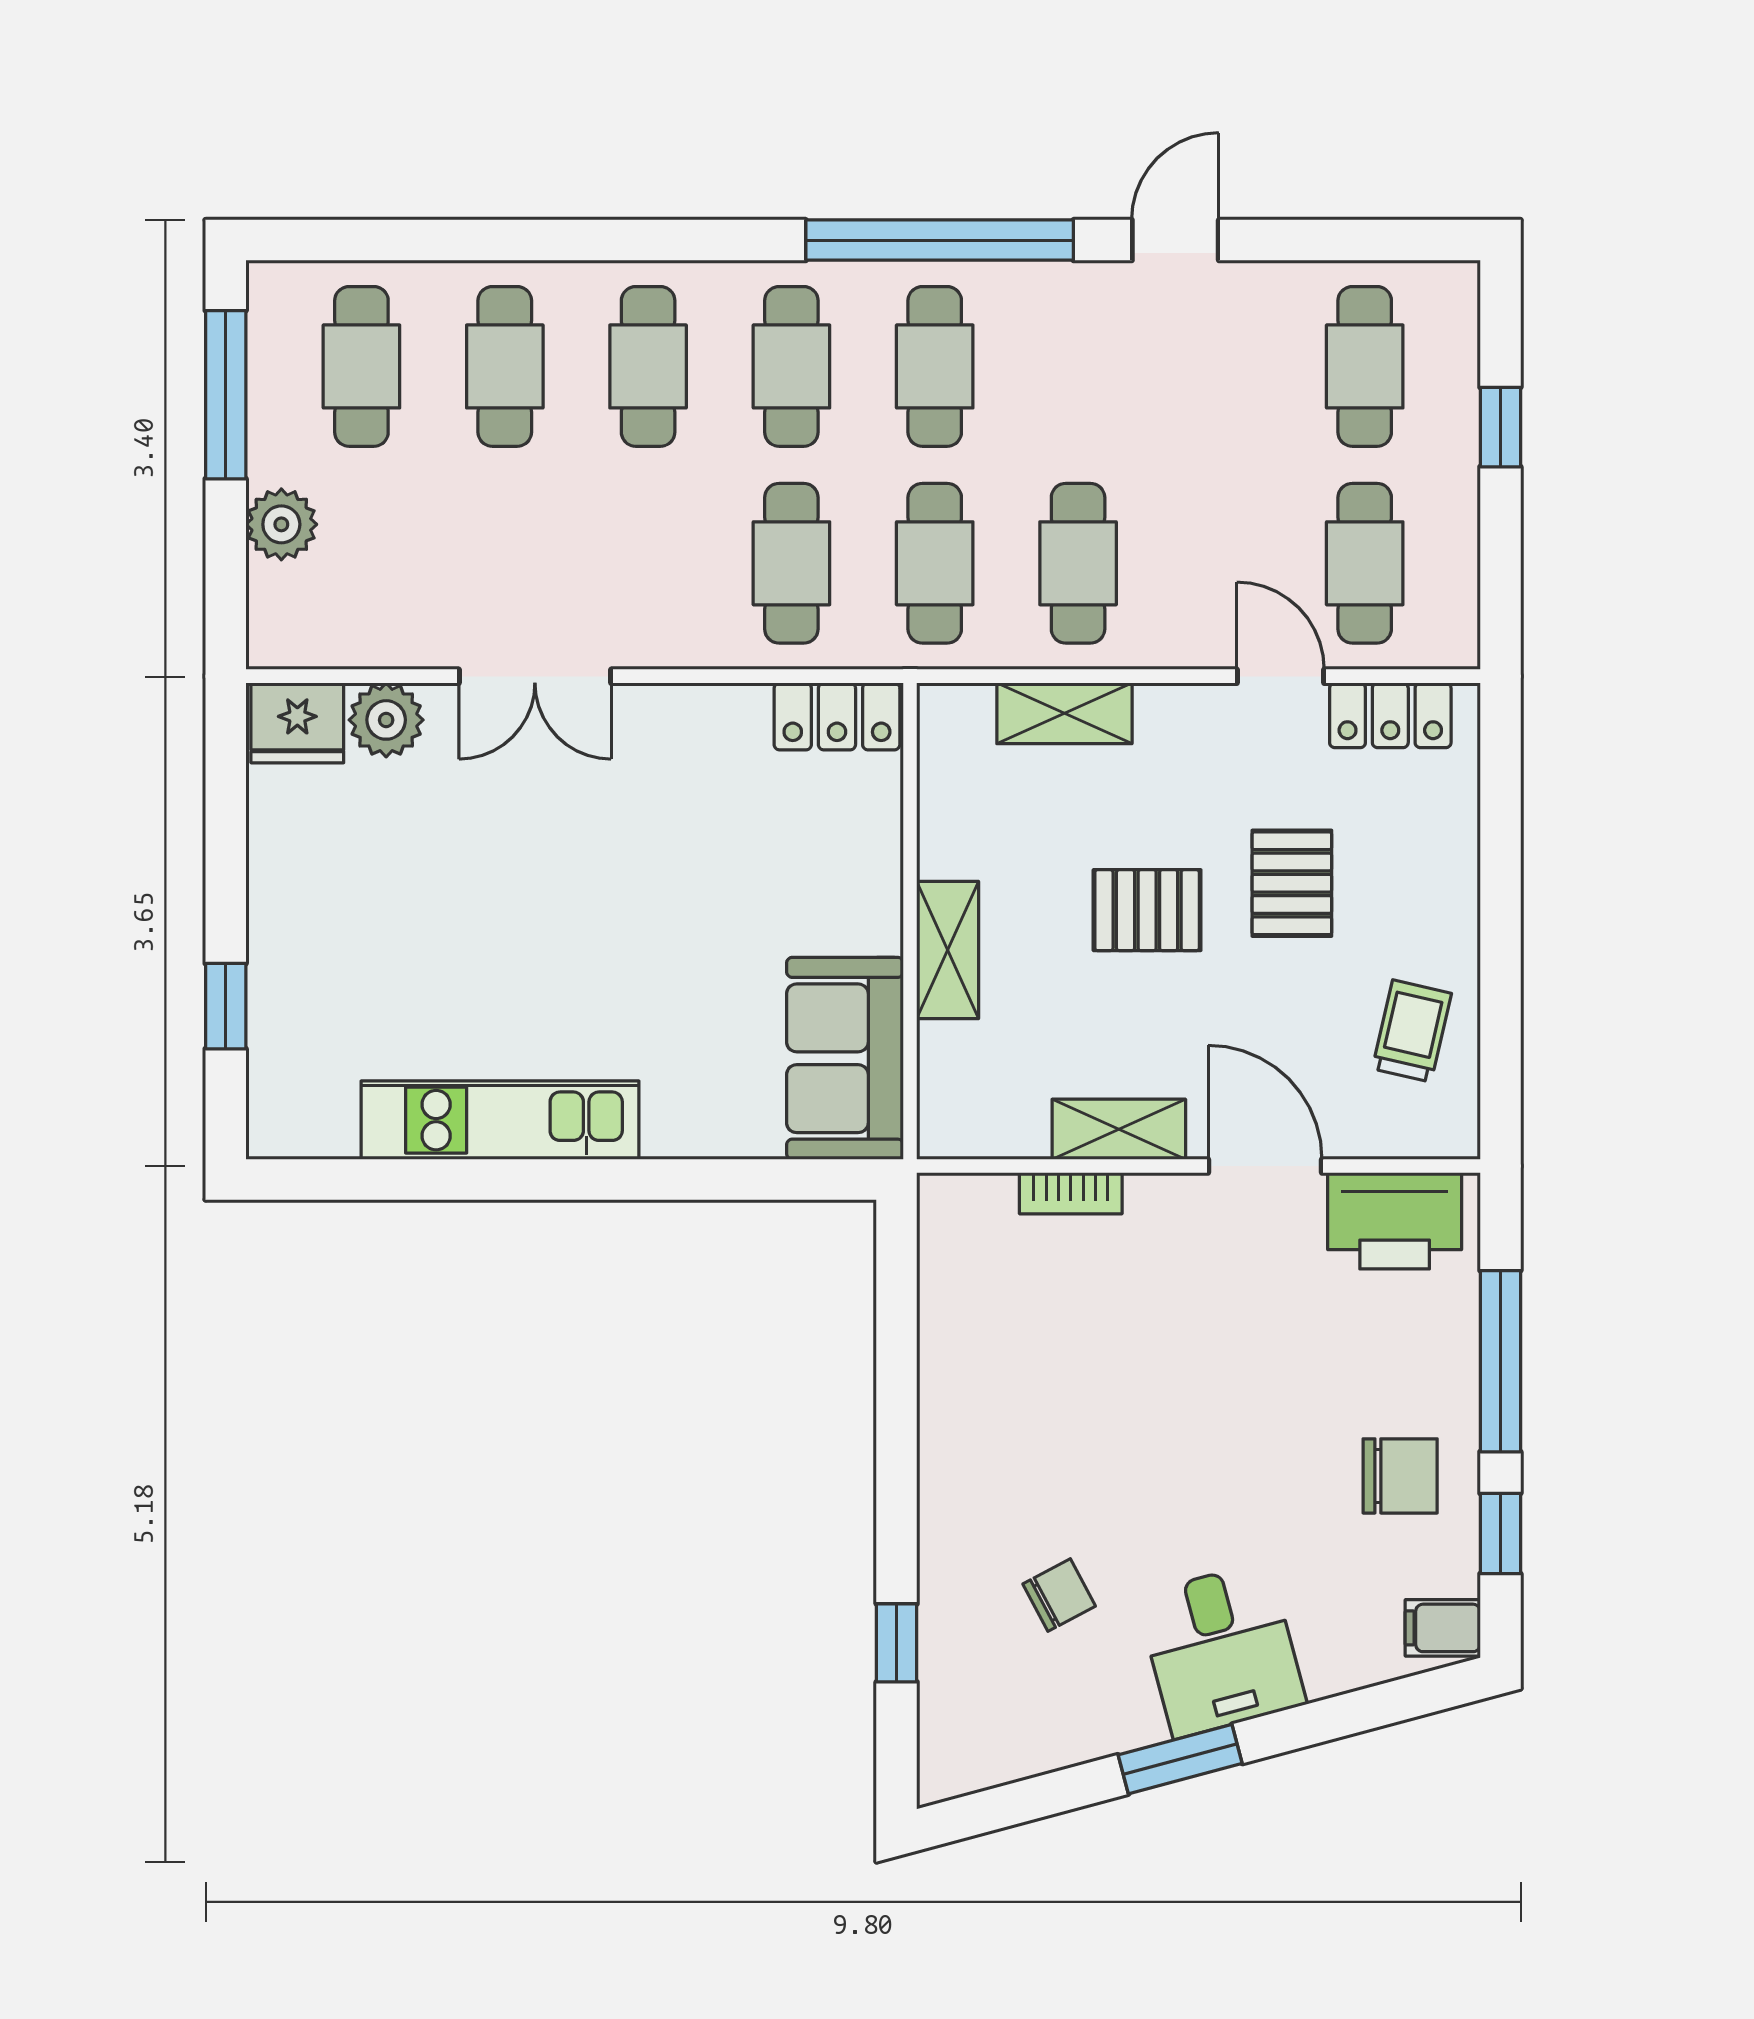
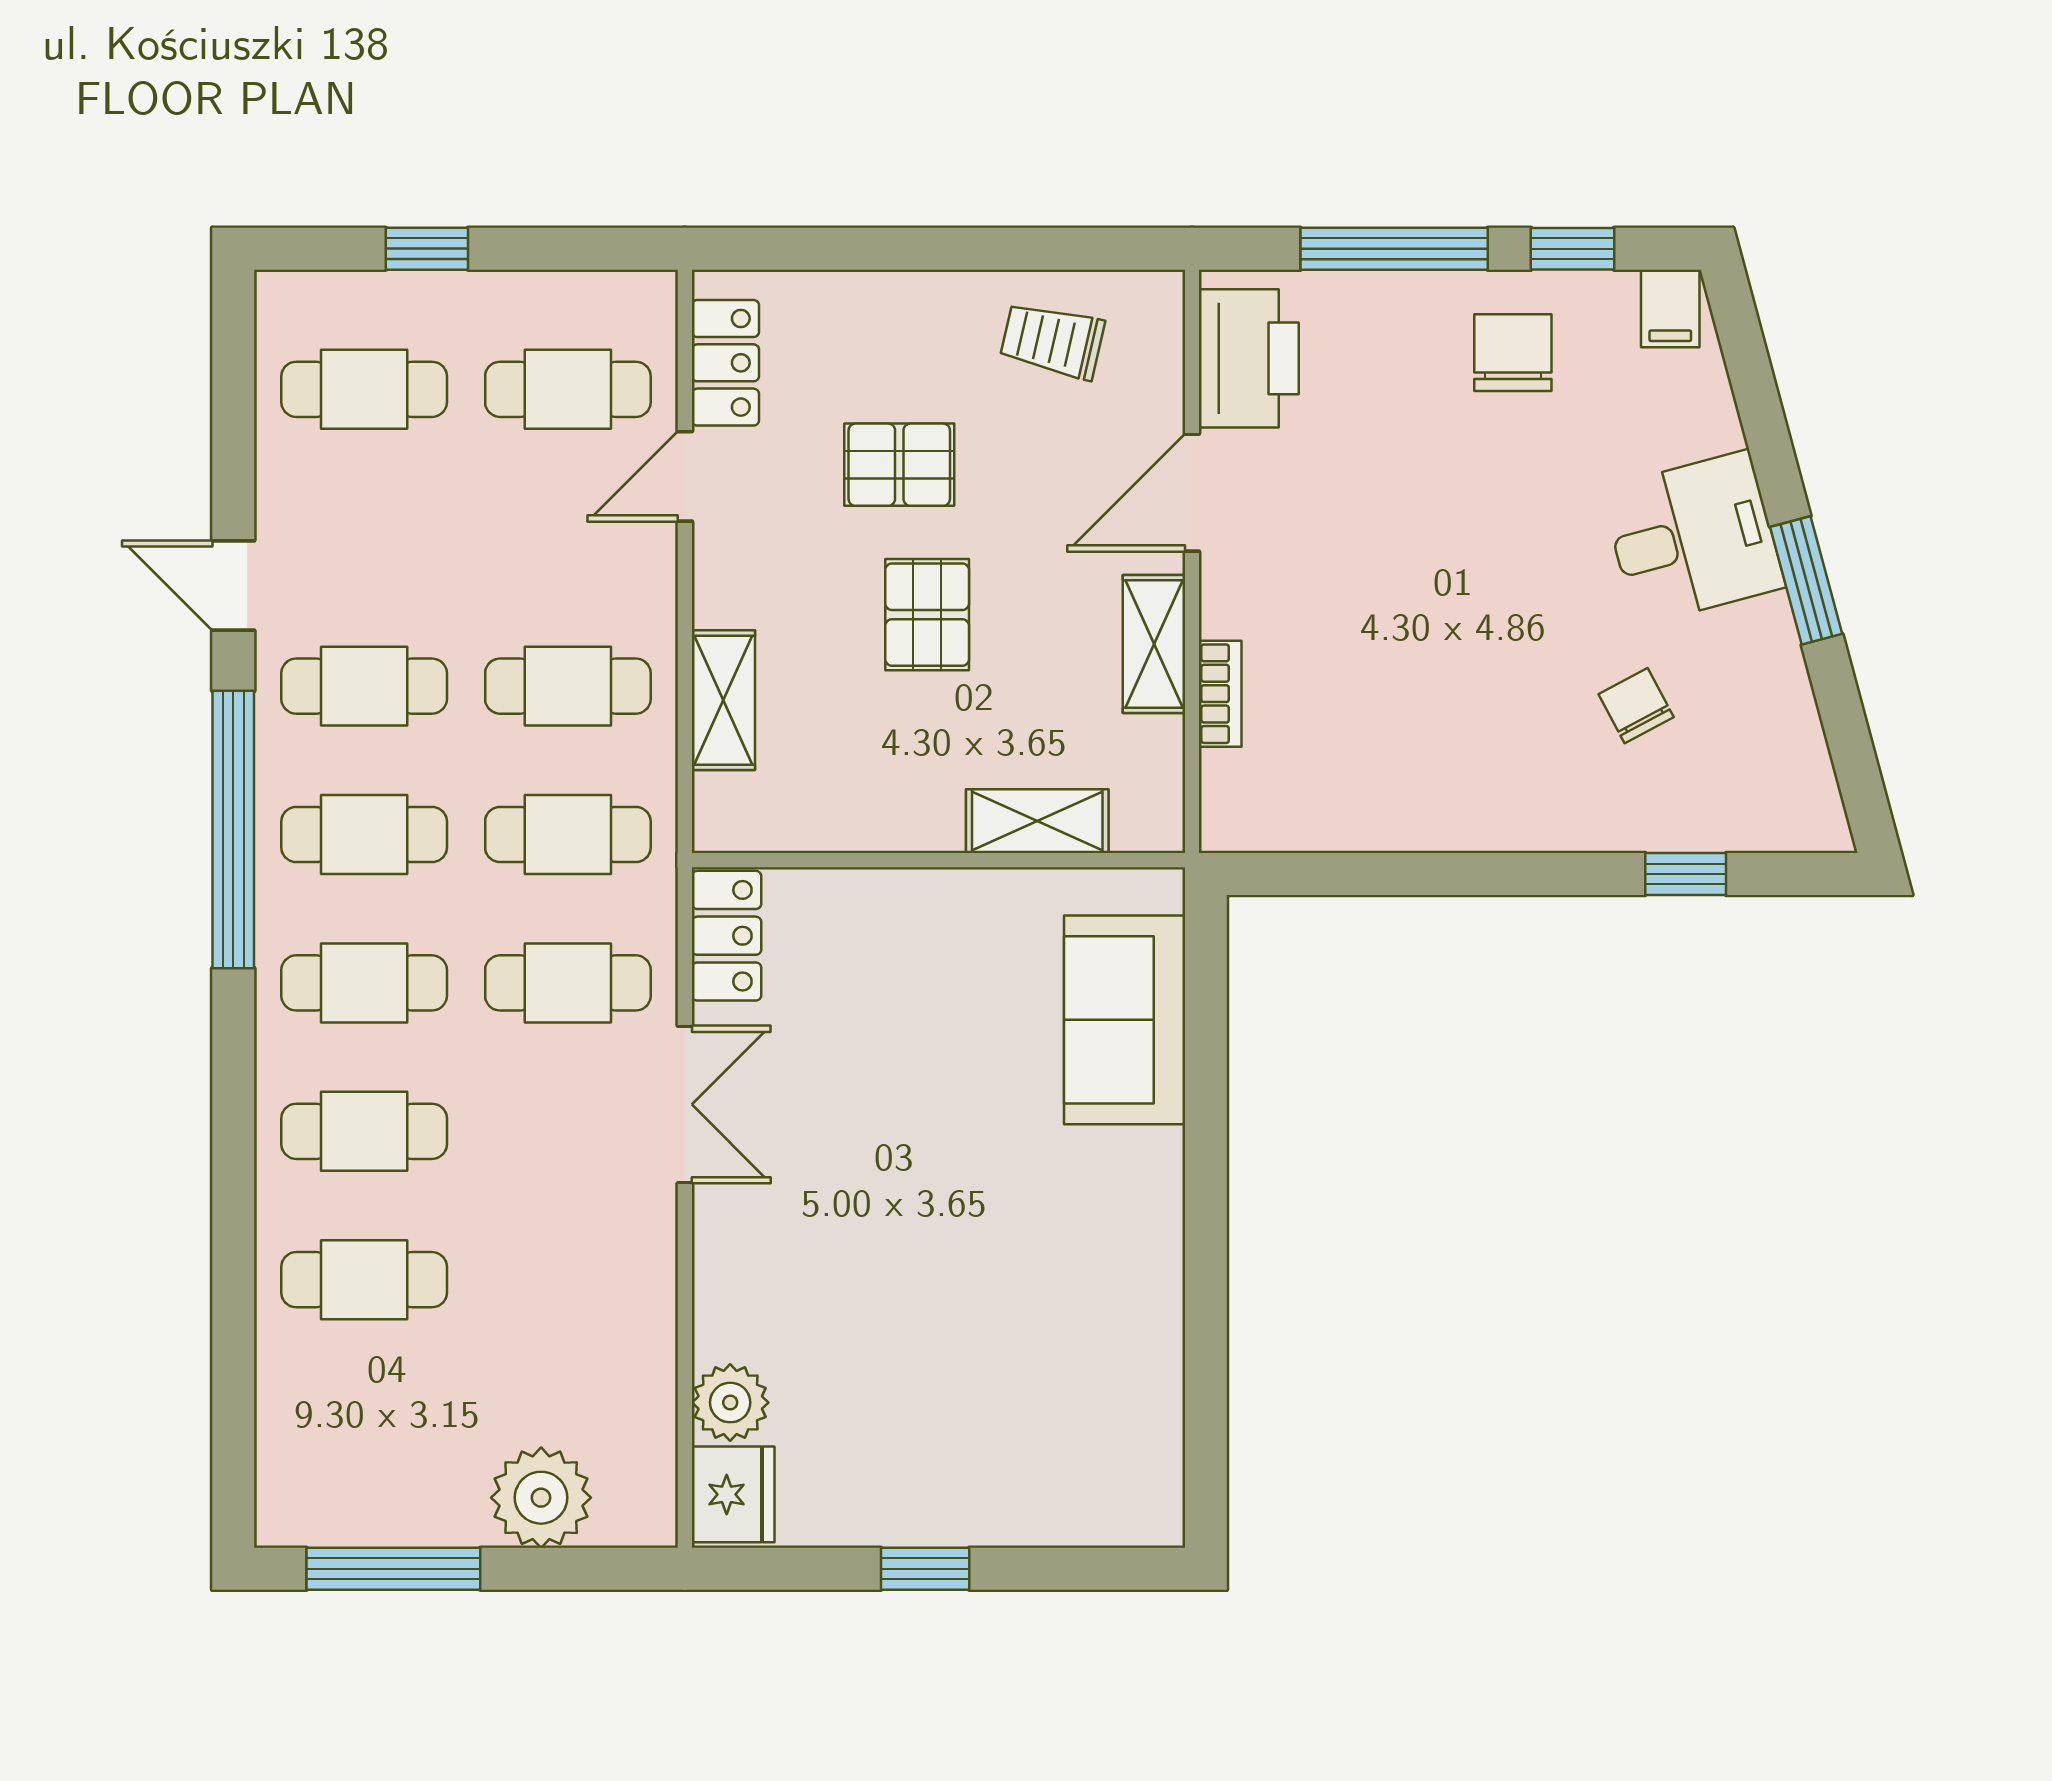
cafe table: (361, 366) -> (364, 686), moved
plant: (281, 524) -> (541, 1498), width x1.36, depth x1.36
double door: (535, 676) -> (685, 1104), moved
shelving: (948, 950) -> (1037, 821), moved
window: (226, 1006) -> (925, 1569), moved
sofa: (845, 1058) -> (1125, 1020), moved, turned 90
kitchen unit: (500, 1120) -> (1144, 1285), removed

